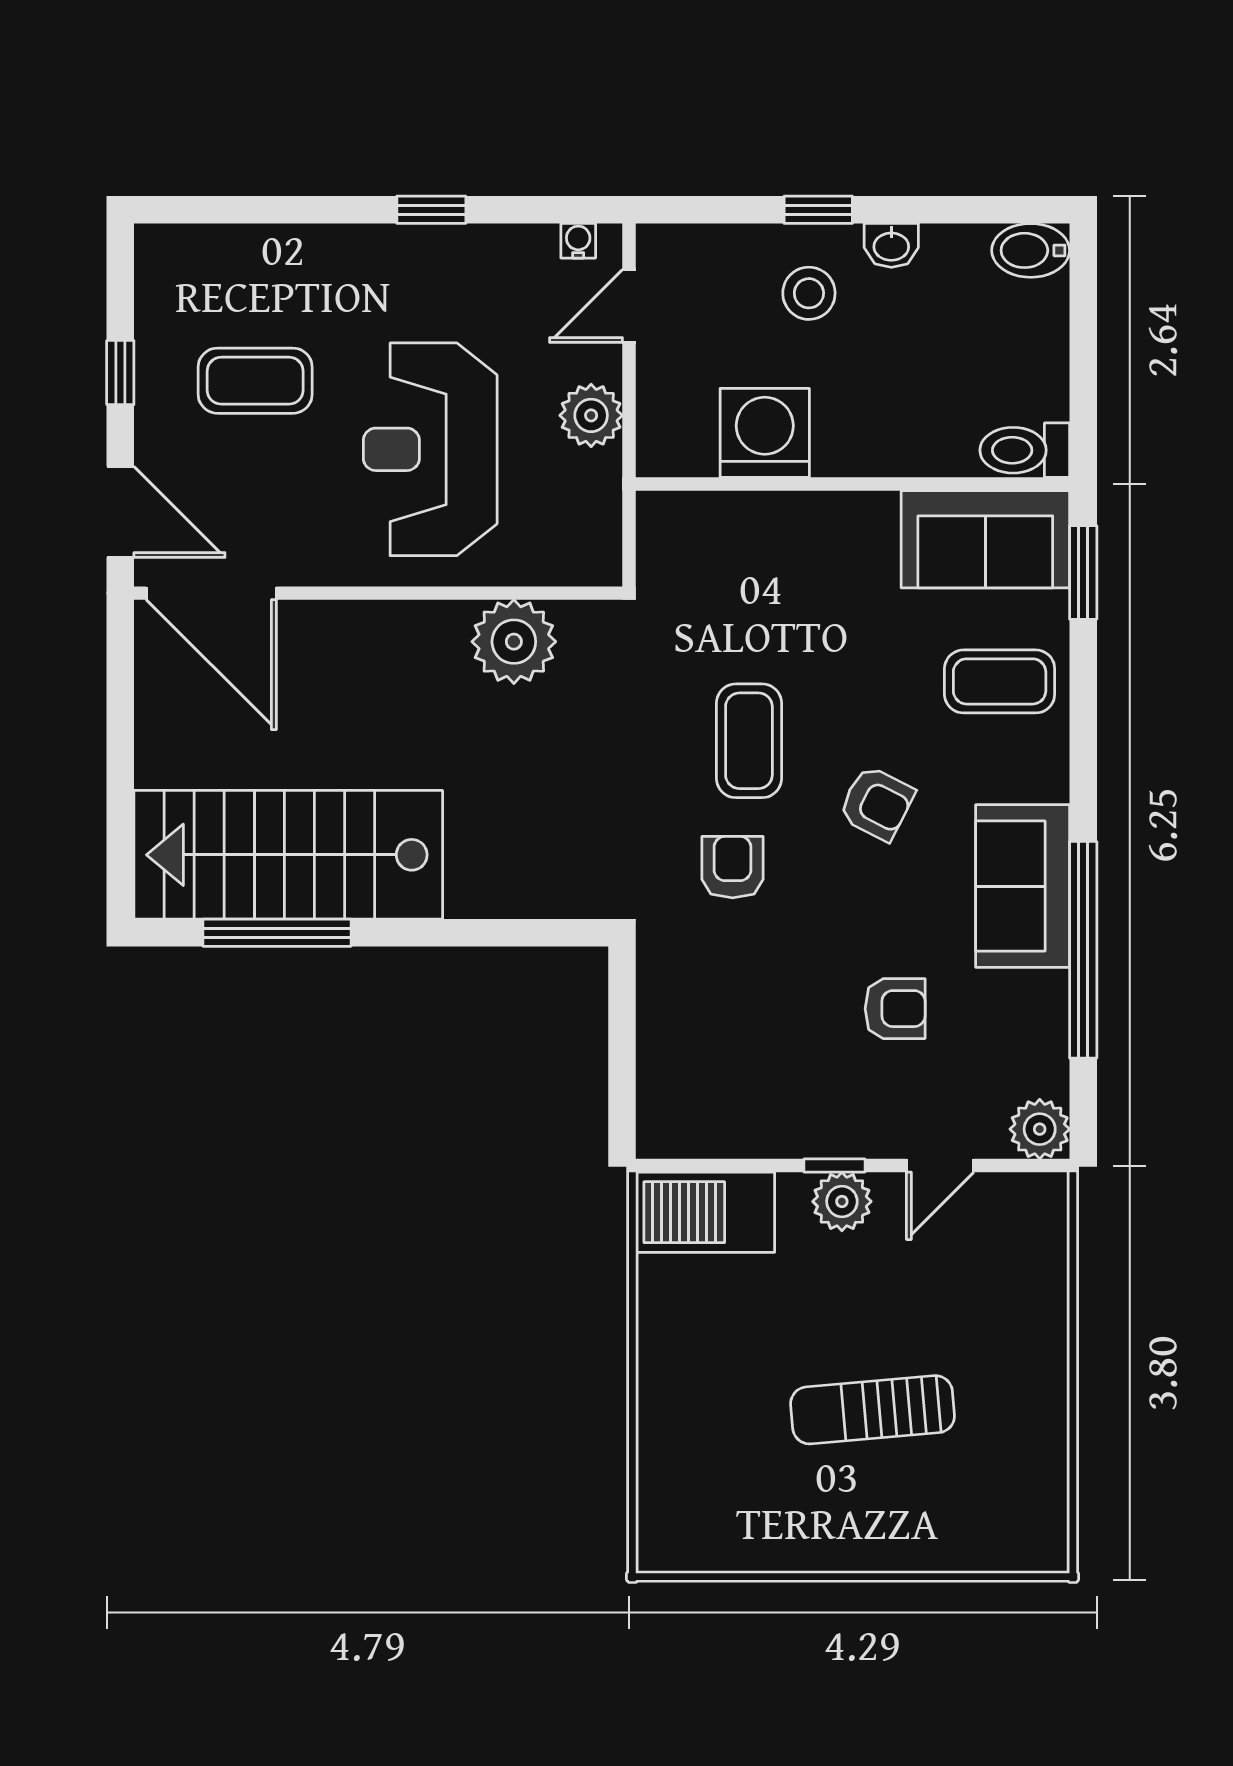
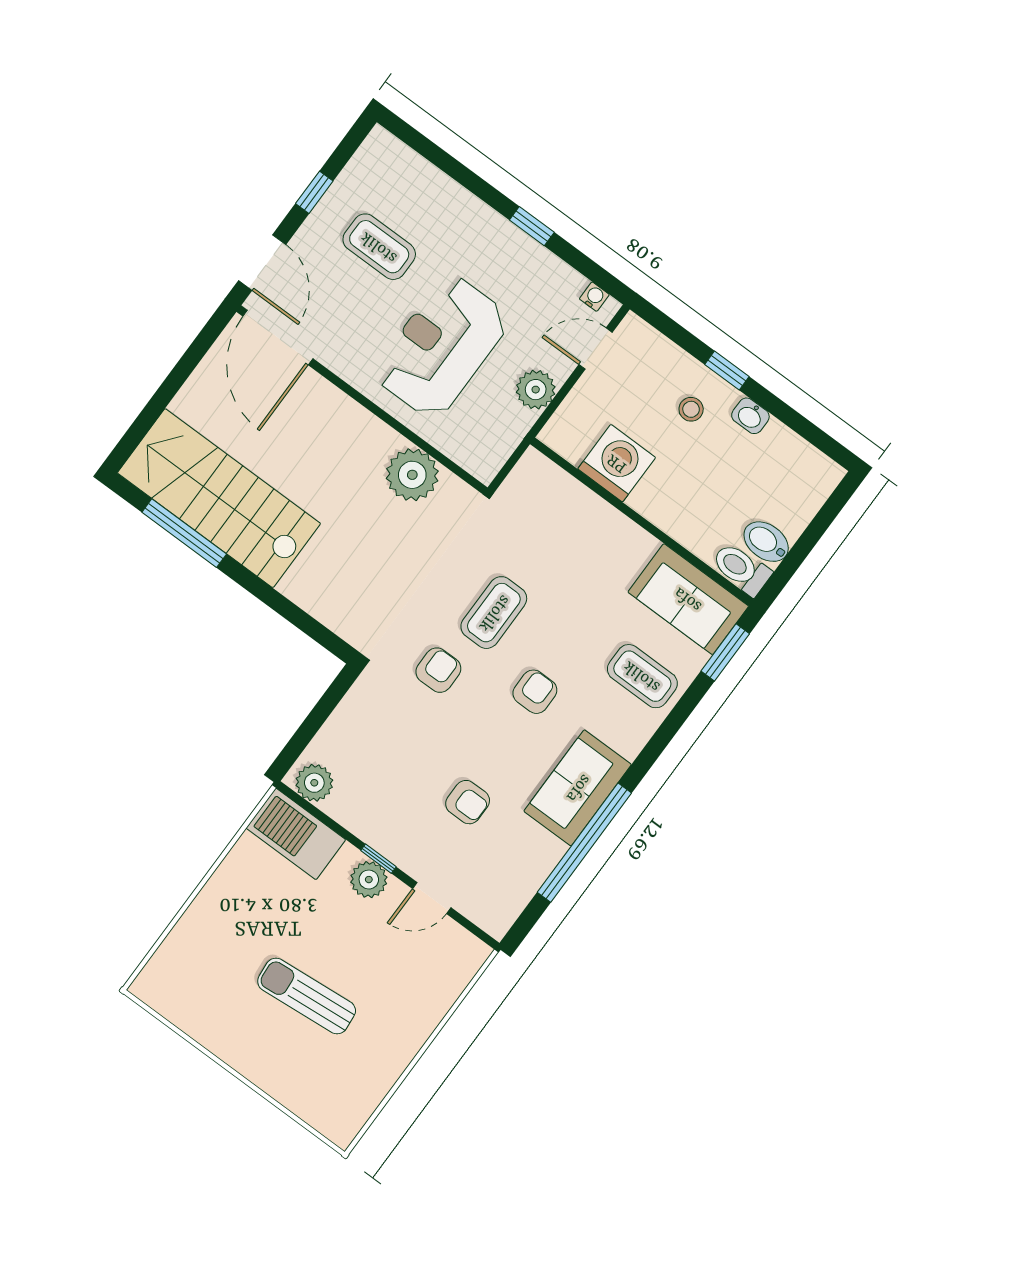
bidet: (1031, 250) -> (766, 542), moved
stool: (809, 293) -> (691, 409), width x0.73, depth x0.73
armchair: (877, 803) -> (535, 692), turned -117
plant: (1040, 1129) -> (314, 783), moved

